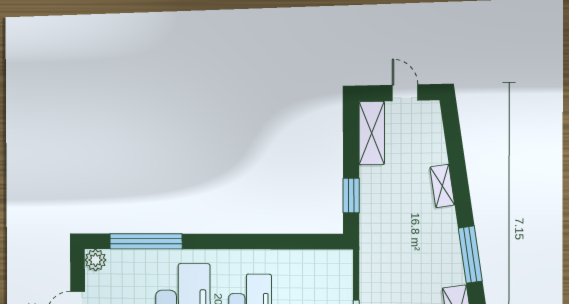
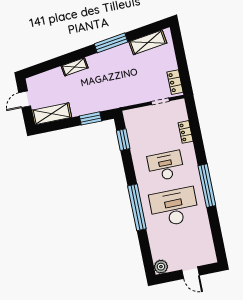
window: (146, 241) -> (137, 207), moved
window: (306, 242) -> (123, 140), added

